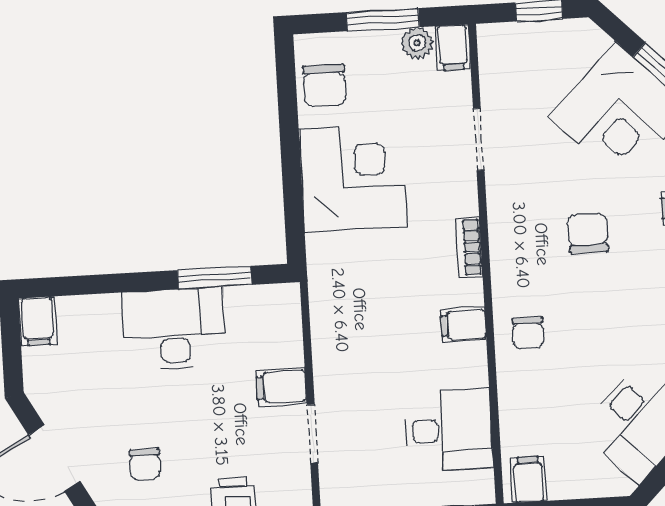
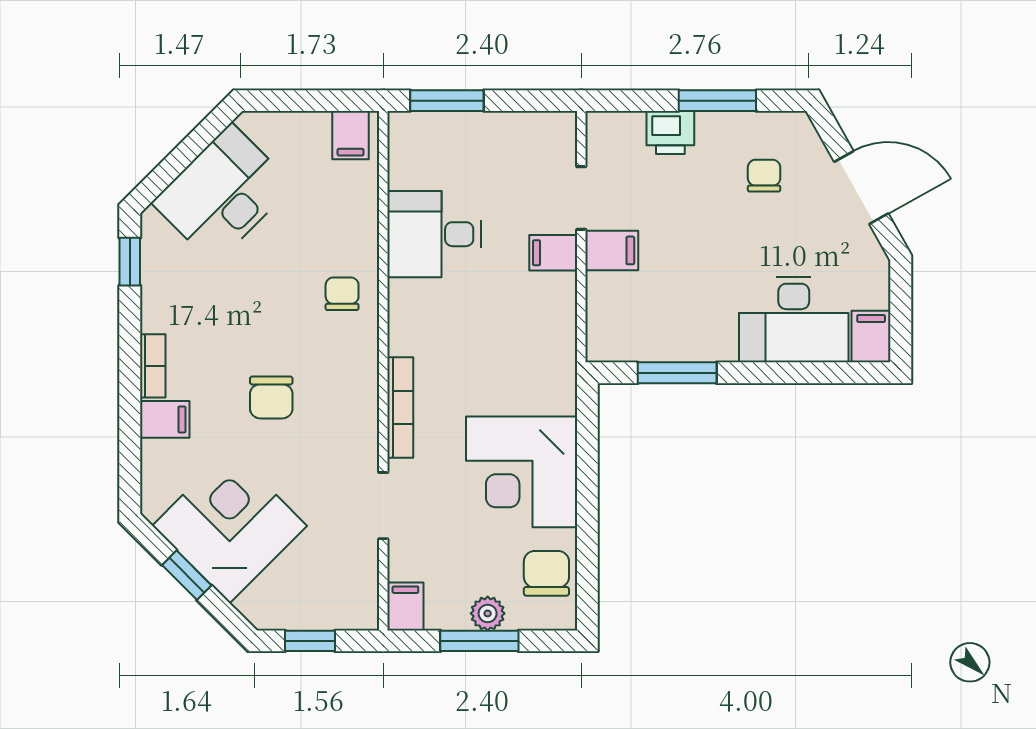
plant: (417, 43) -> (488, 613), moved
bookcase: (469, 247) -> (400, 408), width x1.56
filing cabinet: (463, 325) -> (553, 253), moved, turned 180
desk: (174, 329) -> (794, 320), moved
desk: (449, 430) -> (434, 234), moved

